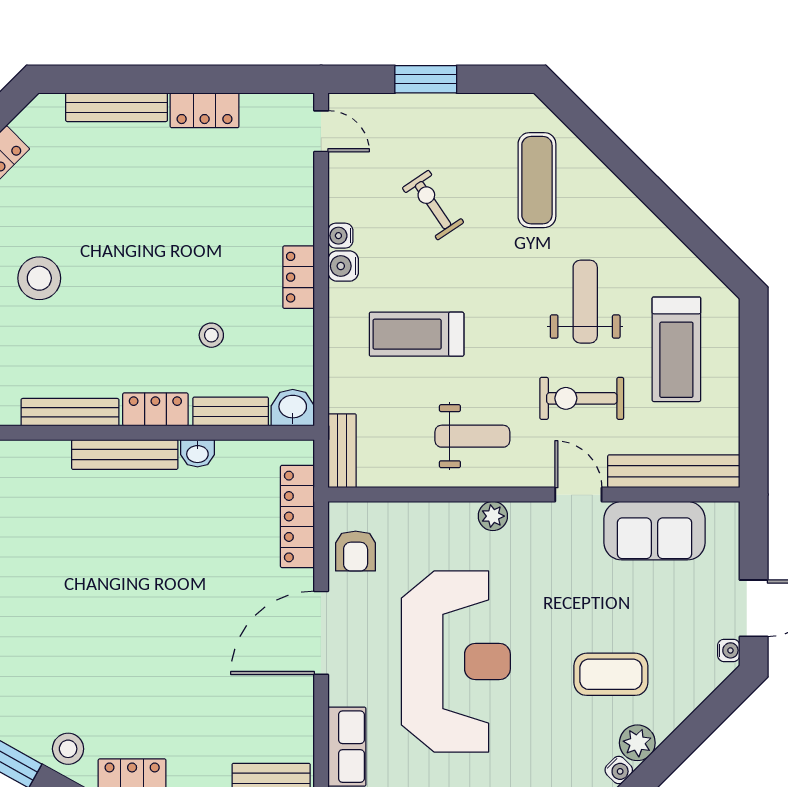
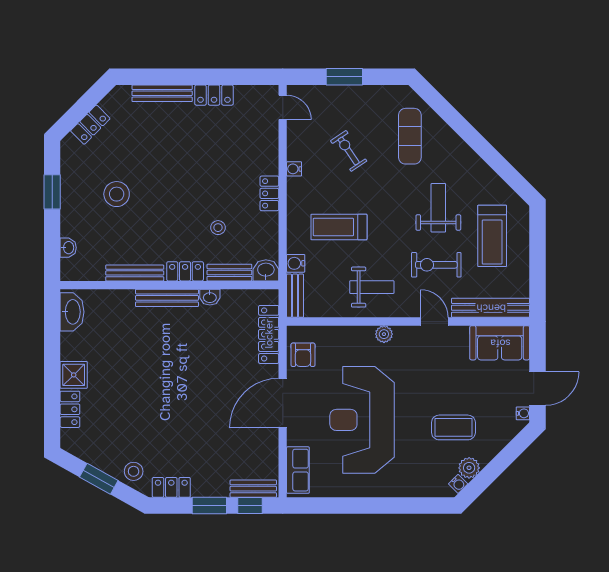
water cooler: (343, 266) -> (296, 263), moved
sofa: (655, 531) -> (500, 343), moved
reception desk: (456, 662) -> (362, 420), turned 180

